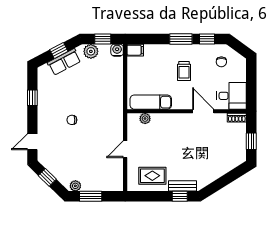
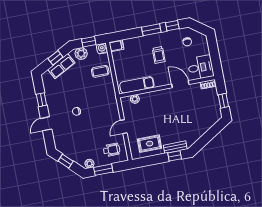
coffee table: (110, 77) -> (100, 71), added
door: (32, 142) -> (46, 124), moved
wheelchair: (105, 174) -> (112, 150), added

